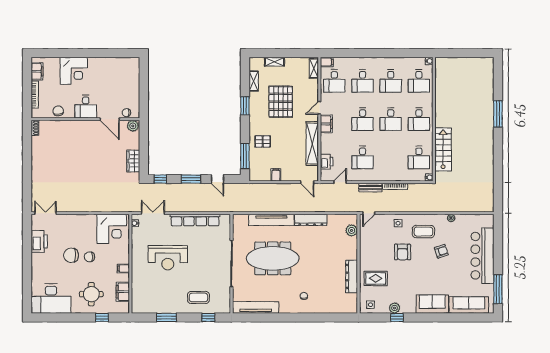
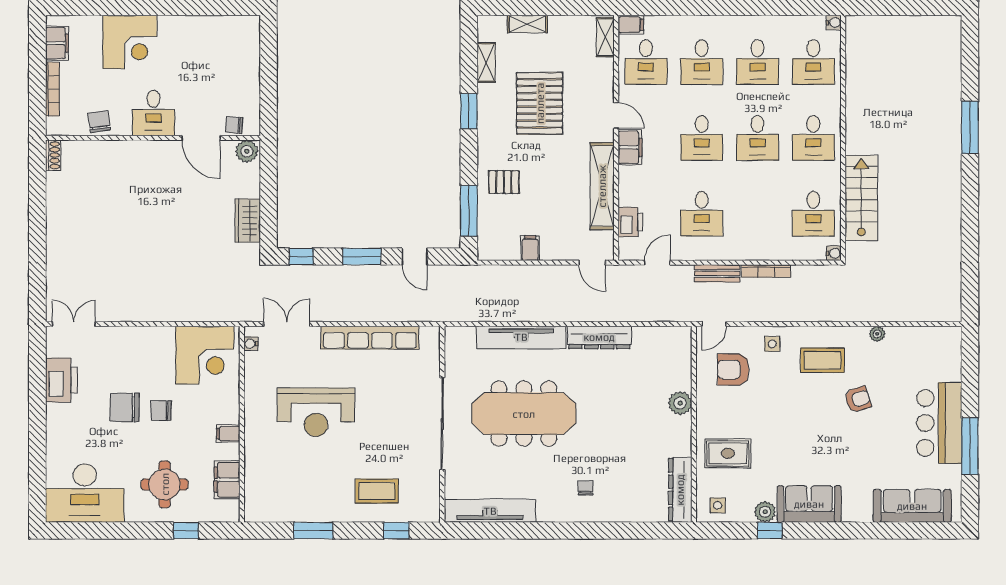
door: (319, 108) -> (616, 115), swing flipped
plant: (352, 230) -> (680, 403), moved
armchair: (403, 252) -> (733, 370), moved, turned 90
bar counter: (482, 256) -> (939, 423), width x0.73
dresser: (352, 276) -> (680, 490), moved
window: (498, 289) -> (970, 446), moved
sofa: (432, 304) -> (809, 504), moved

